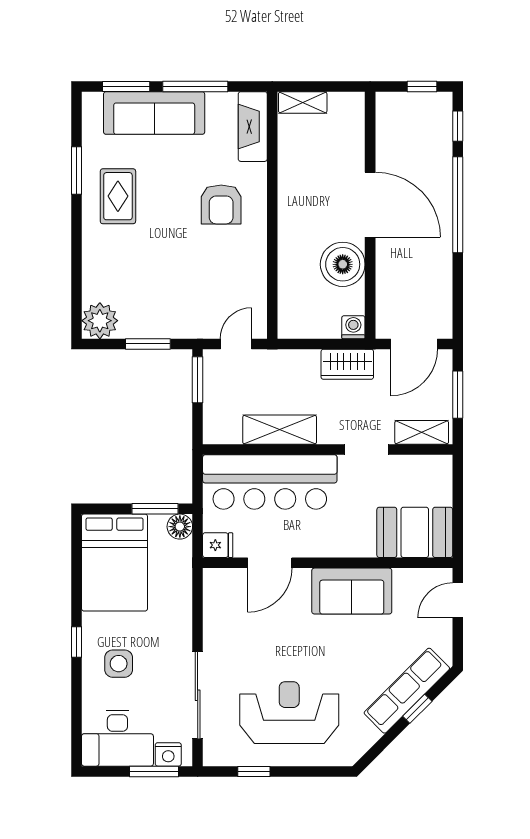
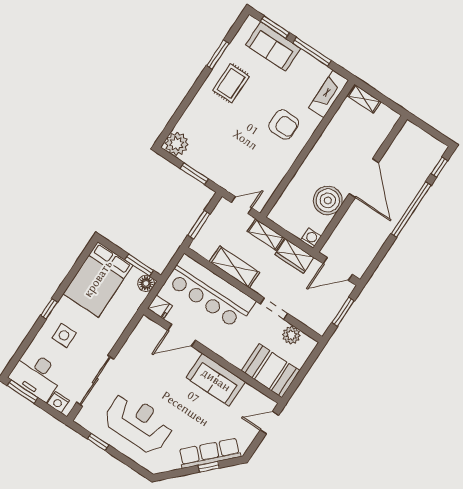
window: (422, 86) -> (434, 133), removed
sofa: (154, 113) -> (273, 47), width x0.73
armchair: (221, 204) -> (284, 125), turned -90
window: (198, 380) -> (199, 225), moved
shelving: (422, 432) -> (266, 235), moved
plant: (411, 469) -> (291, 335), added
window: (154, 771) -> (22, 392), moved

